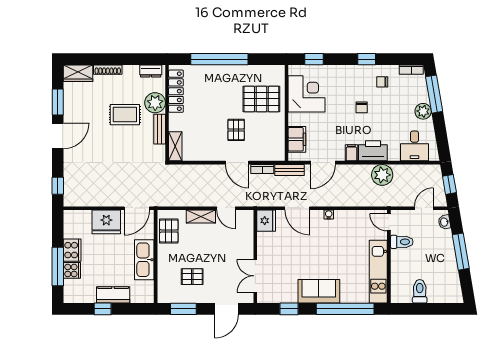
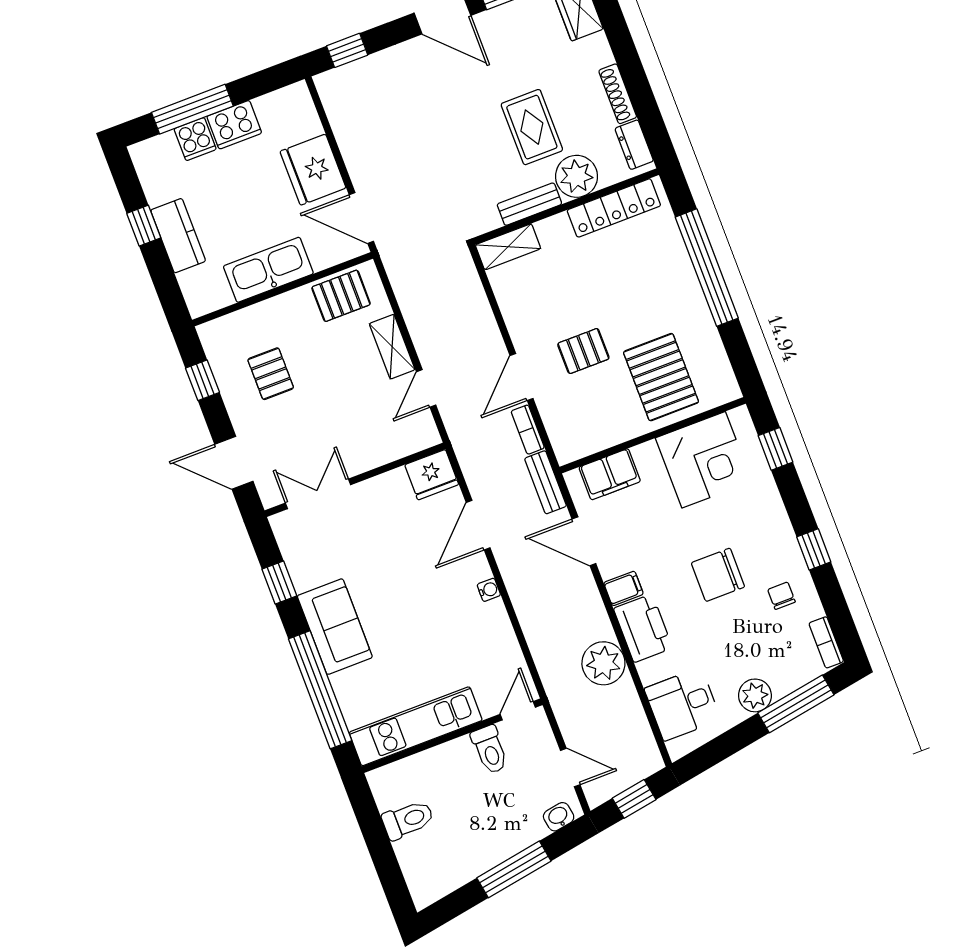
shoe rack: (108, 70) -> (618, 94), moved
chair: (362, 107) -> (718, 575), width x1.87, depth x1.87
window: (183, 309) -> (202, 380), width x0.67

